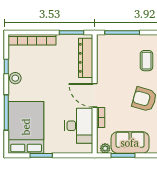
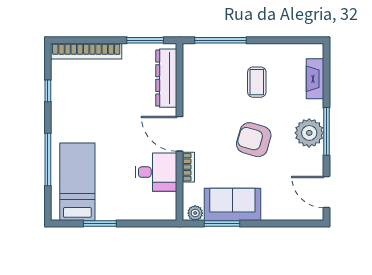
stool: (15, 78) -> (61, 108), removed
desk: (79, 126) -> (156, 172), width x0.73
bed: (26, 127) -> (77, 182), width x0.67

